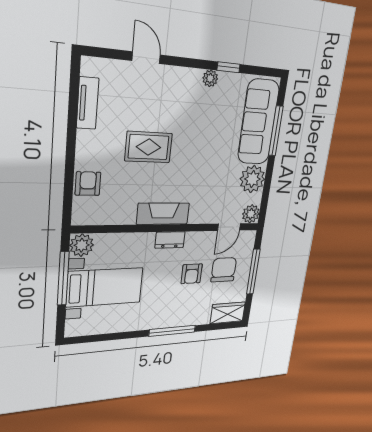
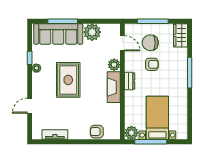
rug: (149, 147) -> (68, 80), moved, width x1.36, depth x1.43
plant: (251, 214) -> (114, 65), moved

